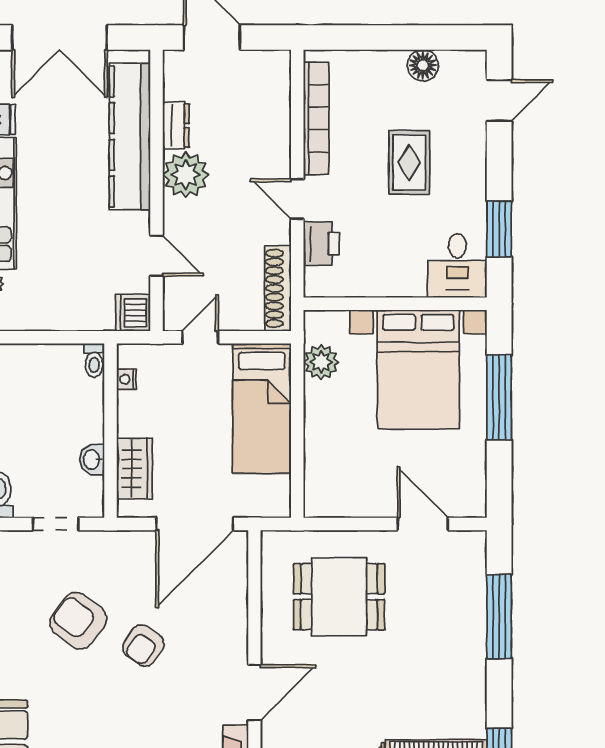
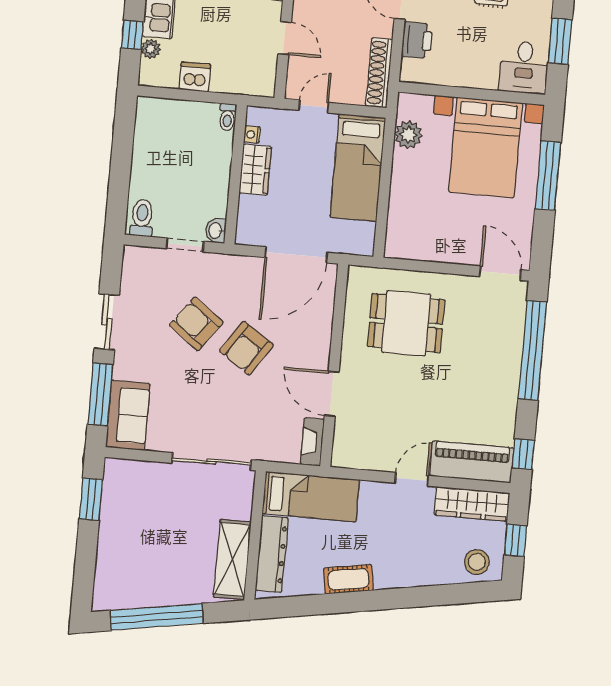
dishwasher: (133, 313) -> (195, 77), moved, turned 90
washbasin: (92, 460) -> (216, 230), moved
wardrobe: (134, 469) -> (255, 170), moved
door: (423, 524) -> (500, 273), moved
window: (499, 616) -> (532, 350), width x1.46
armchair: (143, 646) -> (246, 348), width x1.38, depth x1.38
door: (254, 693) -> (332, 394), swing flipped

